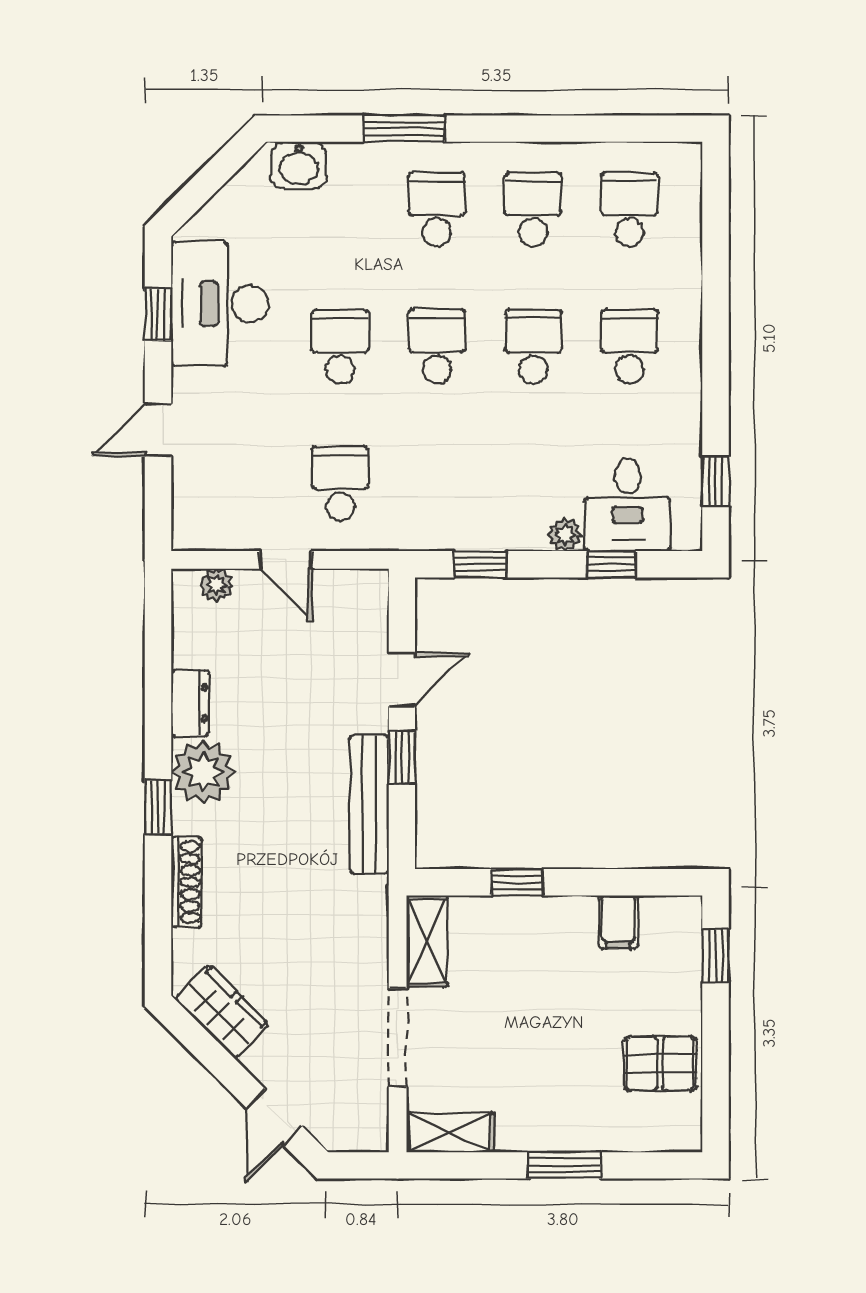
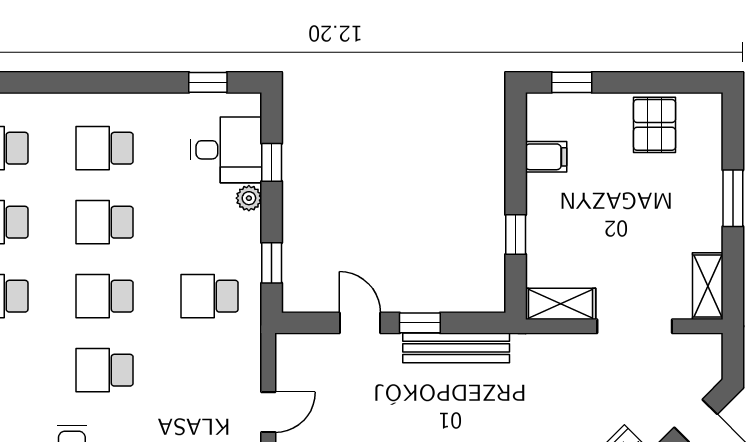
school desk: (340, 483) -> (210, 296), moved

